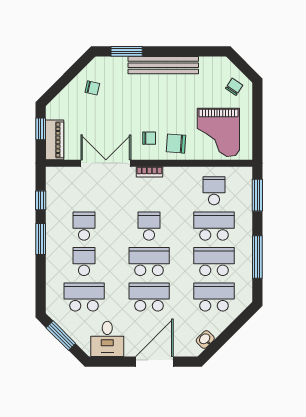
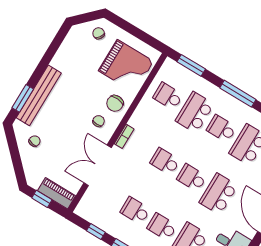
bench: (163, 65) -> (39, 95), moved
school desk: (149, 262) -> (192, 178), width x0.54
school desk: (214, 262) -> (221, 129), width x0.54

